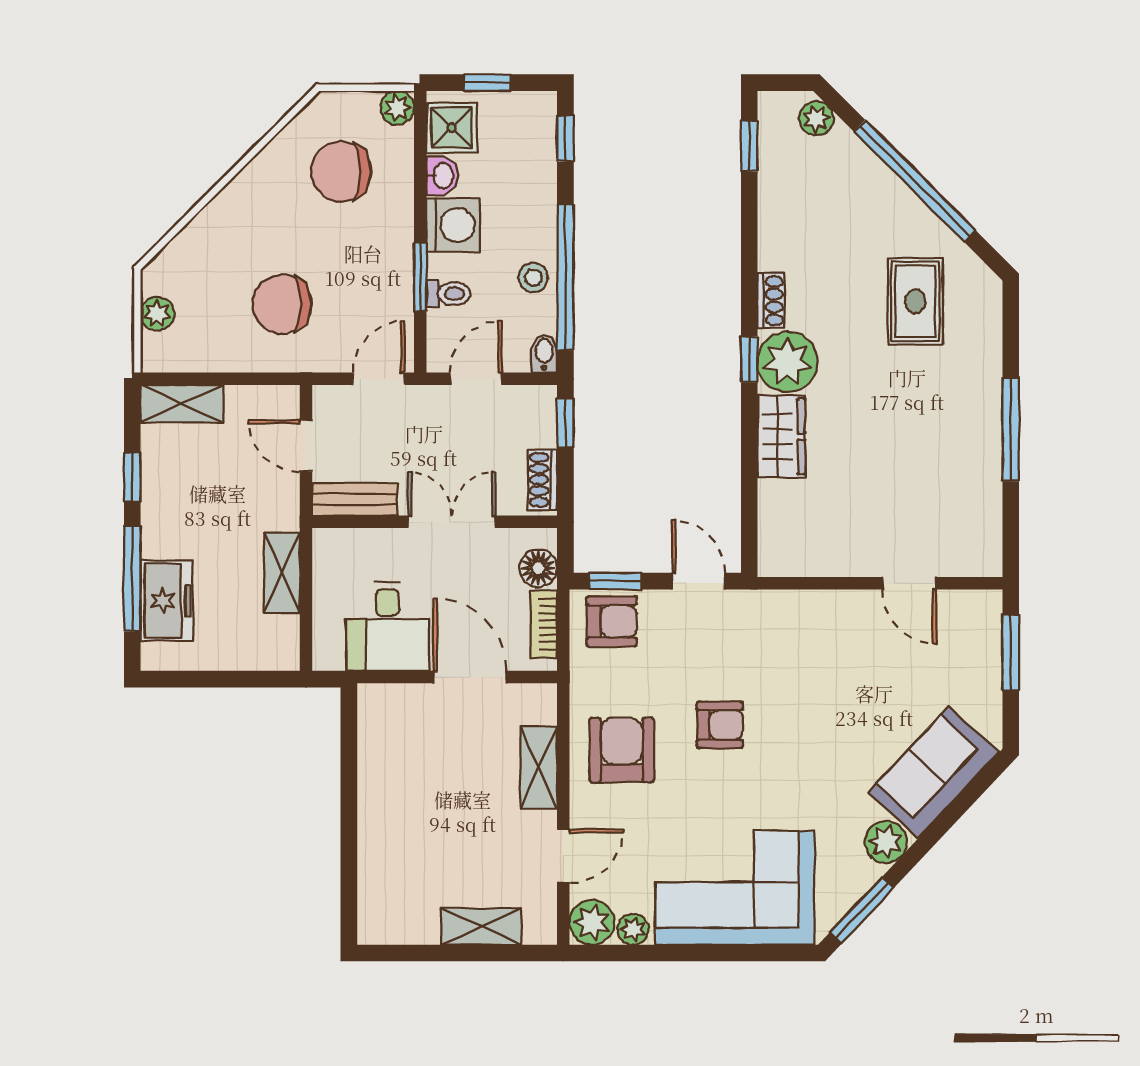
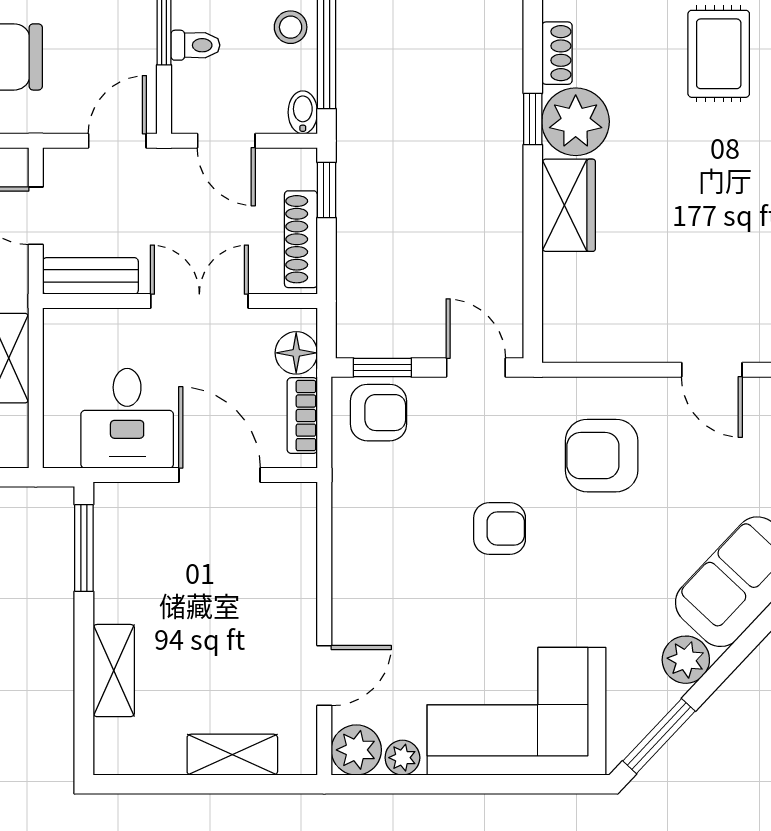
door: (476, 379) -> (226, 141), swing flipped
shoe rack: (543, 480) -> (301, 239), width x1.43
window: (349, 742) -> (84, 548), added
armchair: (622, 750) -> (602, 456), moved, turned -90
shelving: (539, 767) -> (114, 671), moved

